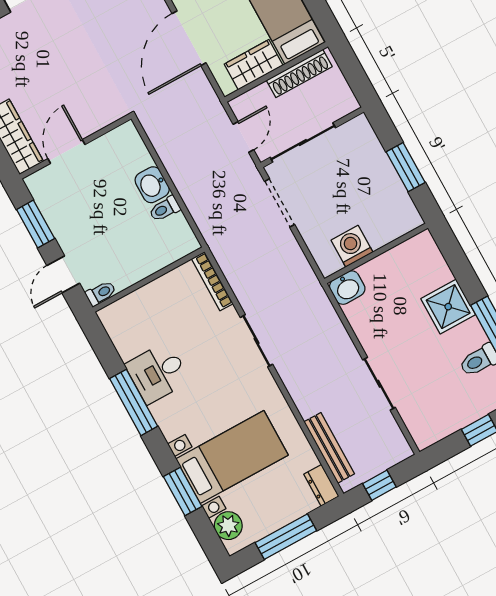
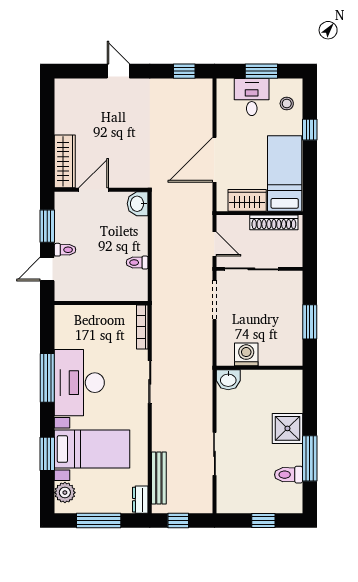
door: (243, 137) -> (214, 244), hinge flipped
washbasin: (152, 185) -> (138, 204), moved
toilet: (101, 293) -> (65, 250), moved
desk: (158, 373) -> (79, 383), width x1.87, depth x1.30

